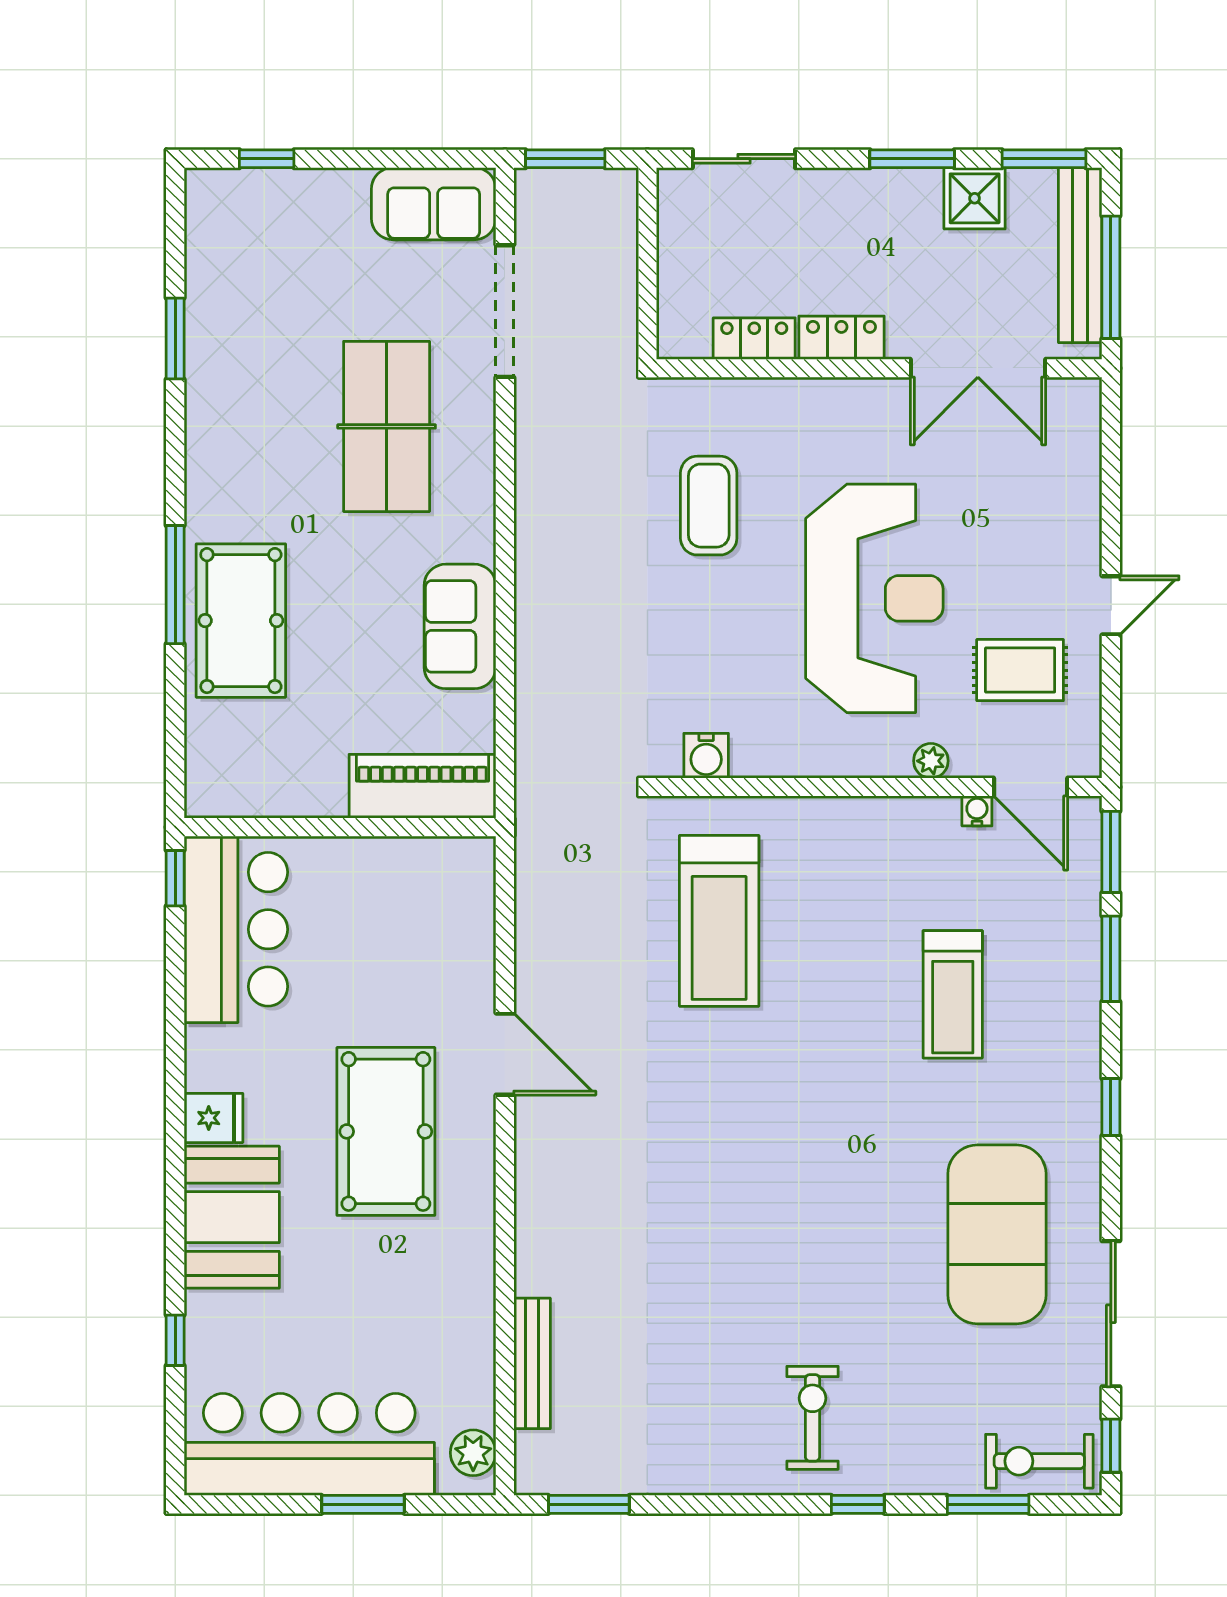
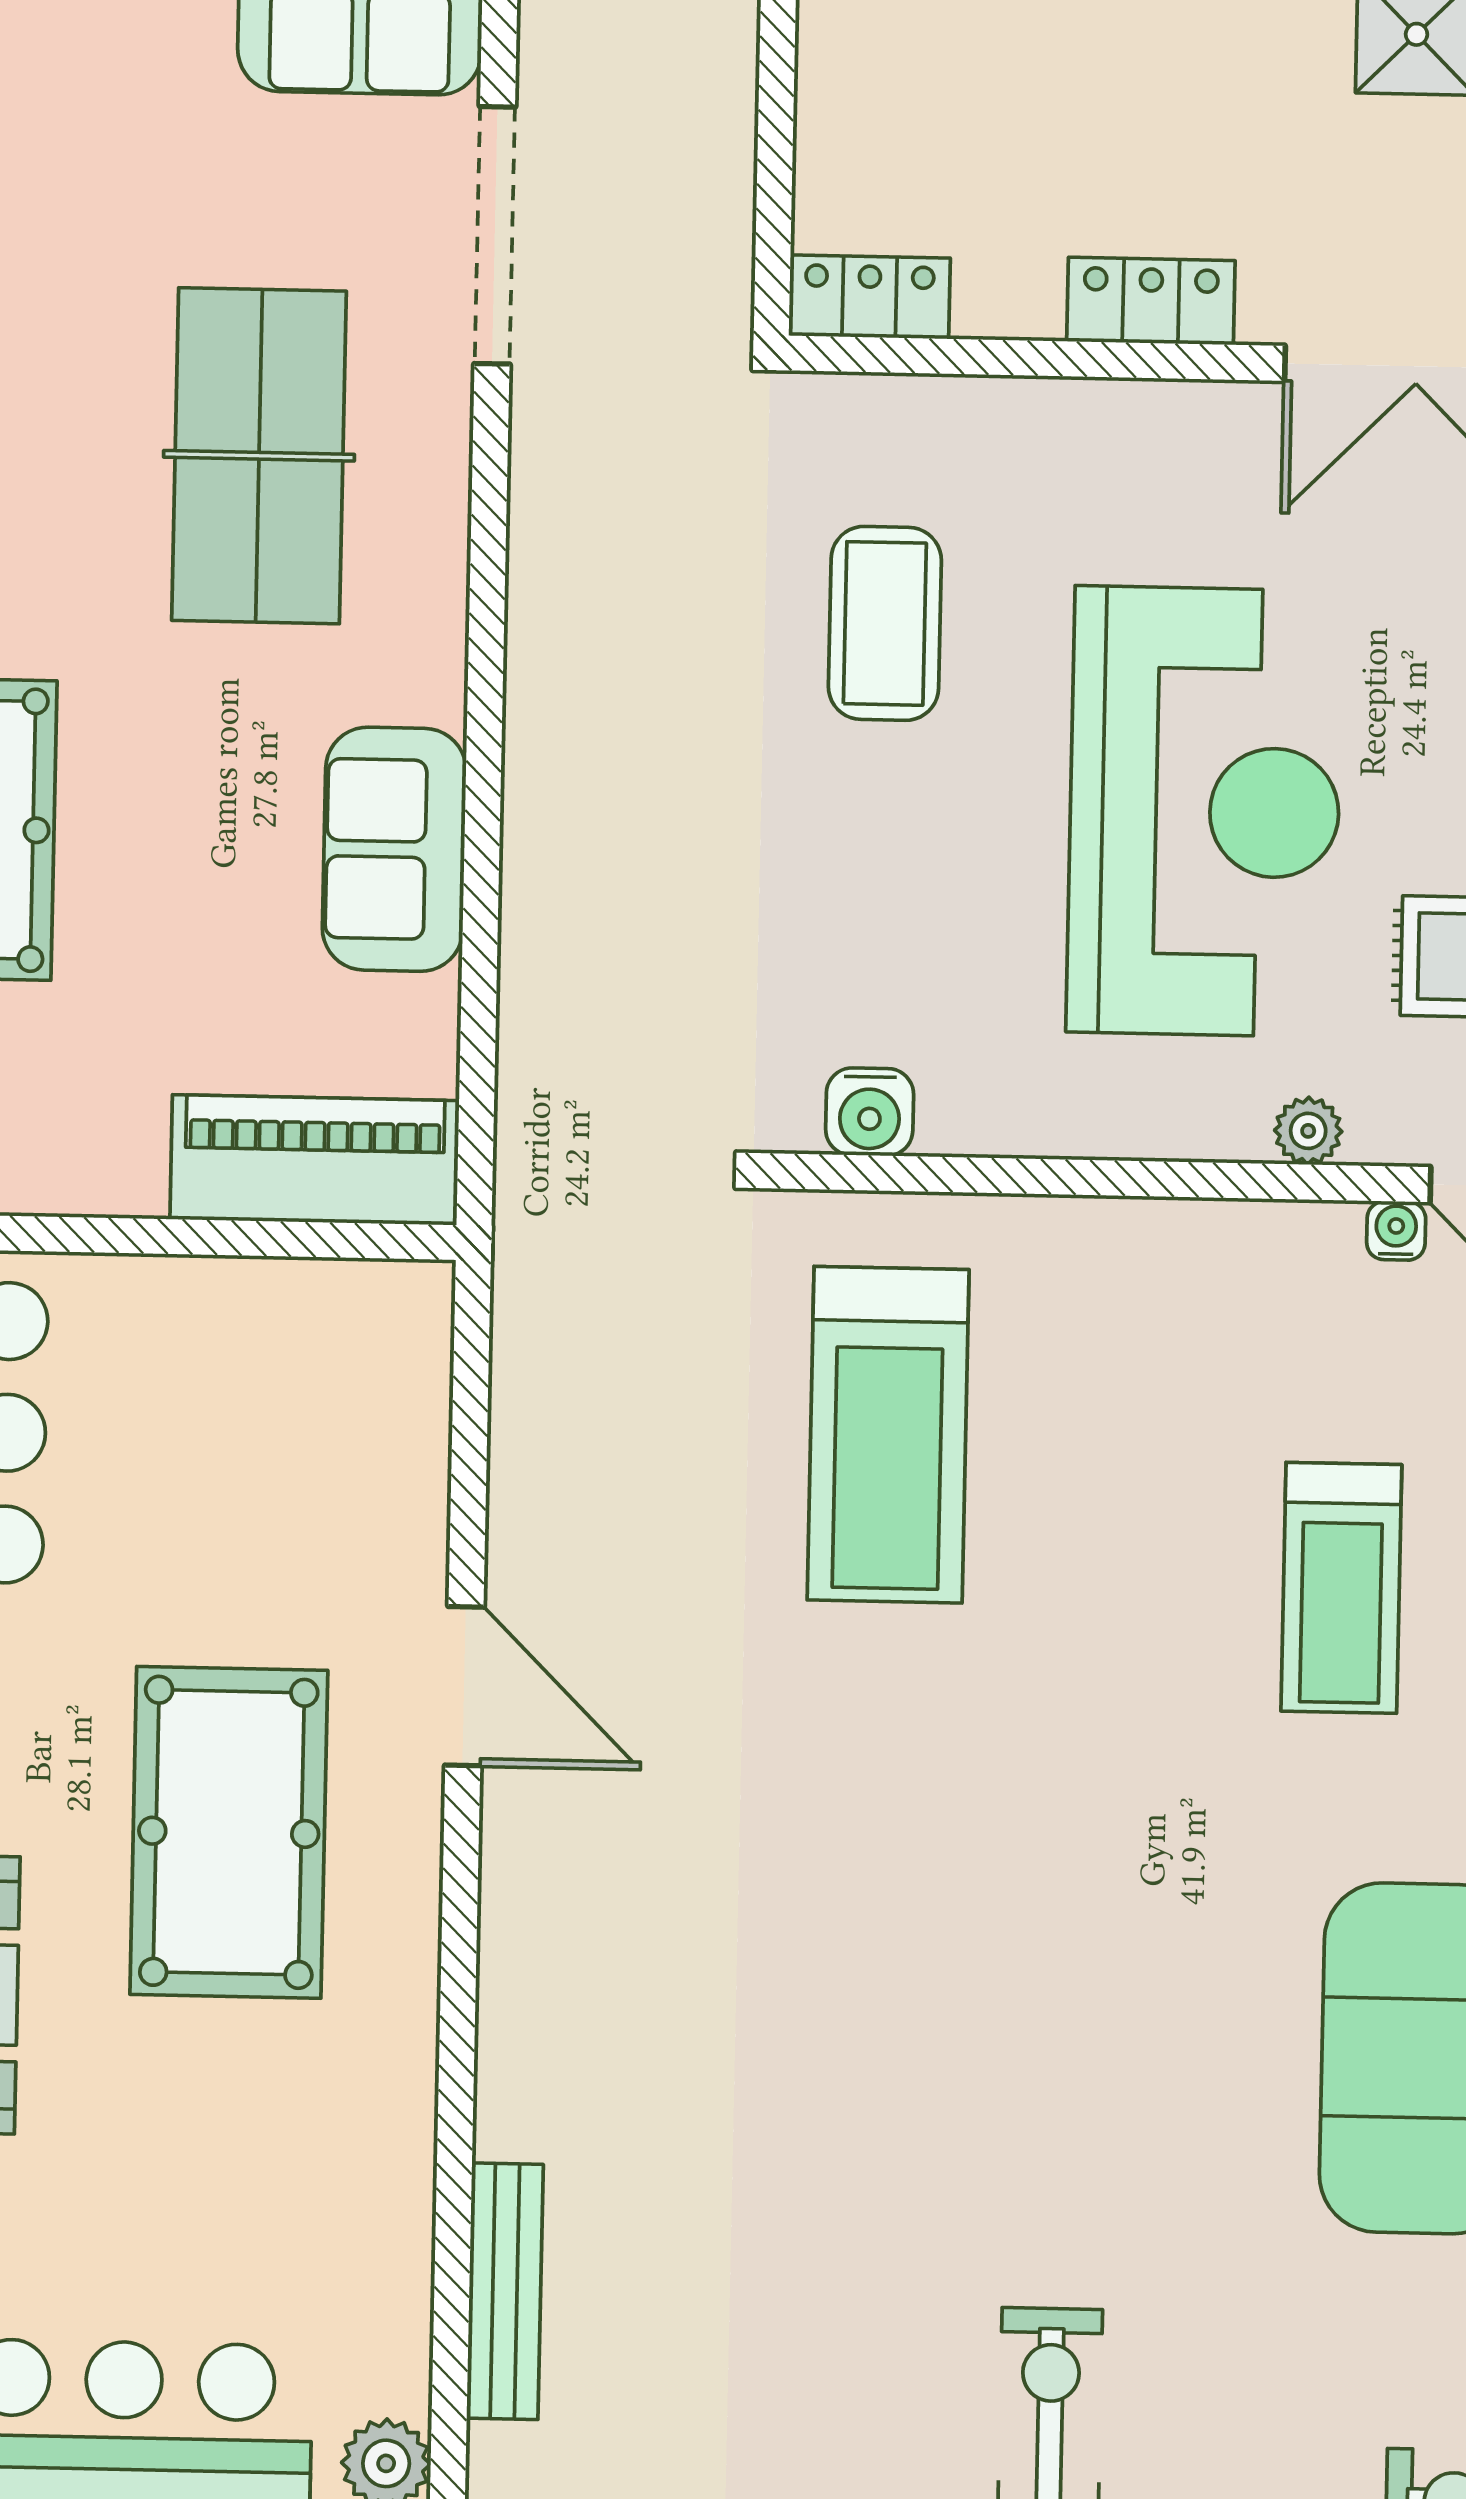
locker: (754, 339) -> (869, 297), moved

